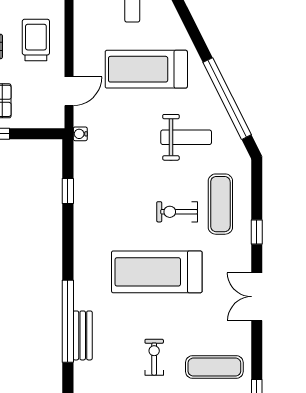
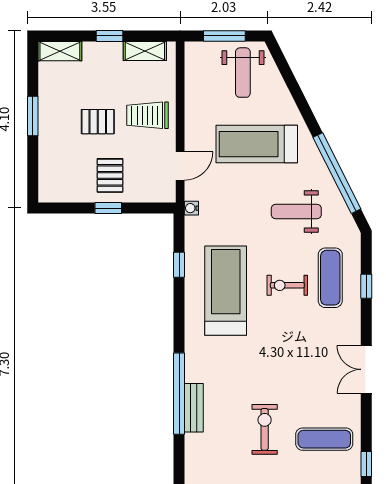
trolley: (36, 40) -> (147, 115), turned -90
weight bench: (186, 137) -> (296, 211), turned 180
window: (257, 232) -> (366, 286), moved
treadmill: (157, 272) -> (226, 291), moved, turned 90
exercise bike: (154, 357) -> (265, 429), width x1.38, depth x1.39

